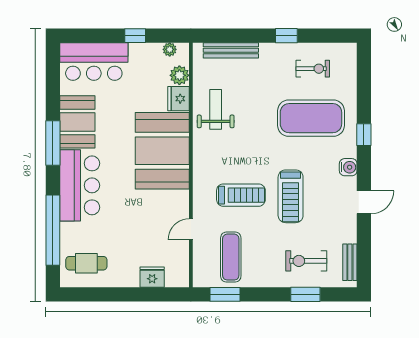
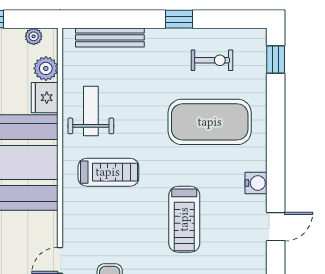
window: (364, 135) -> (276, 59), moved
treadmill: (241, 195) -> (108, 172), moved

